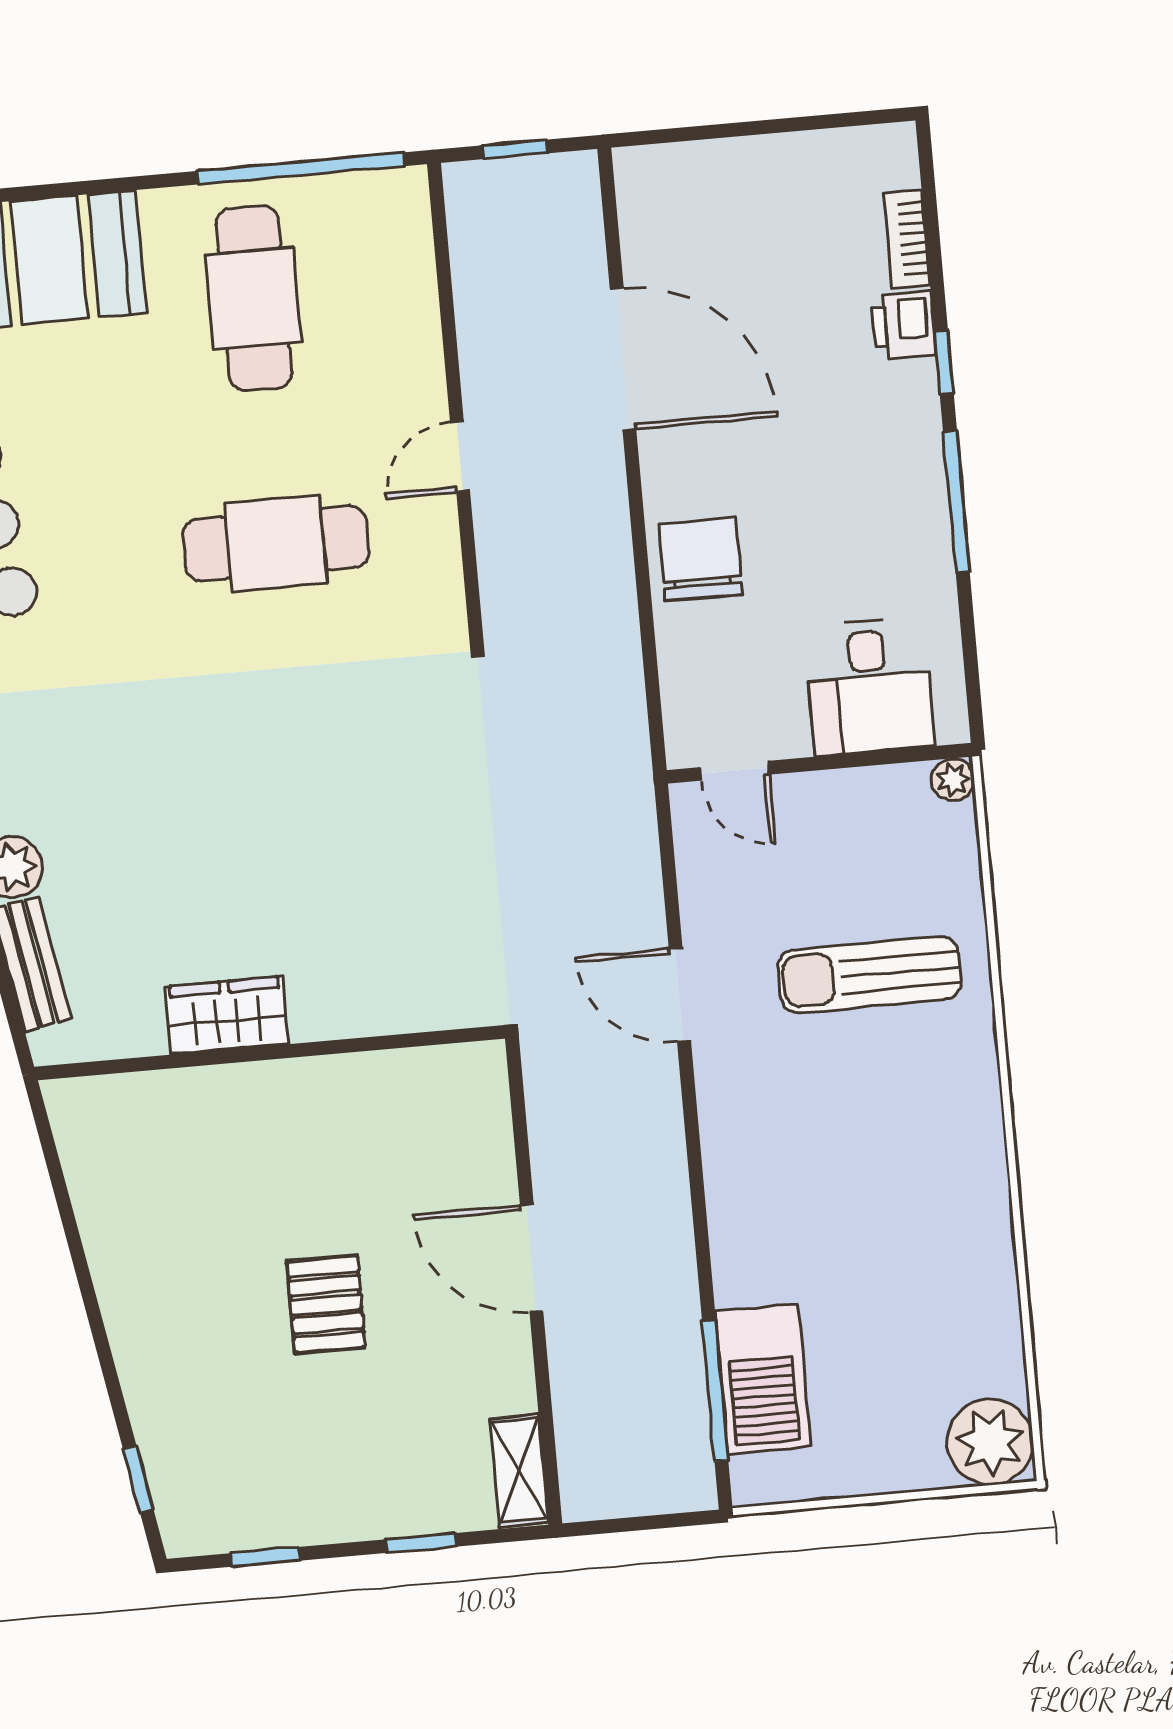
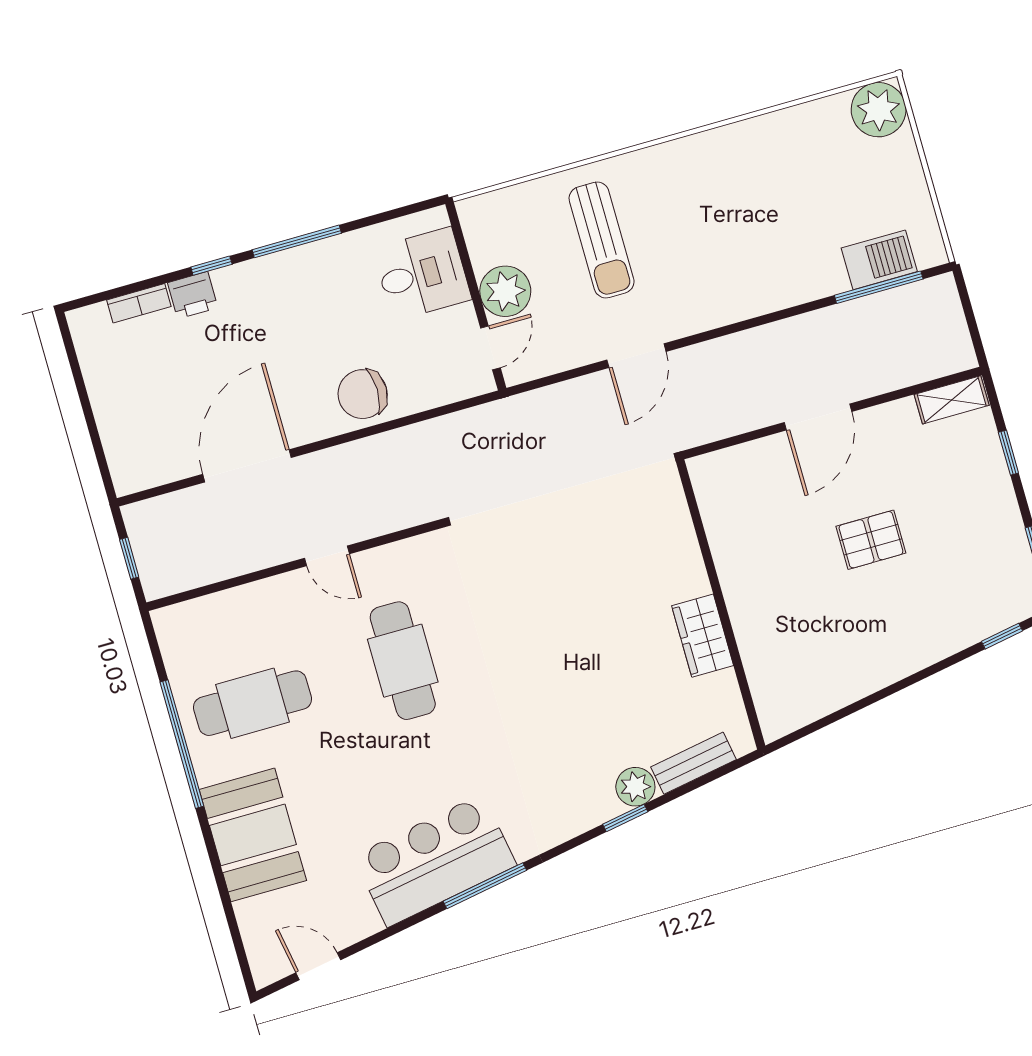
window: (301, 168) -> (182, 744), moved
plant: (953, 780) -> (505, 291), moved, width x1.87, depth x1.87
barbecue: (763, 1379) -> (879, 260), width x0.73, depth x0.83

